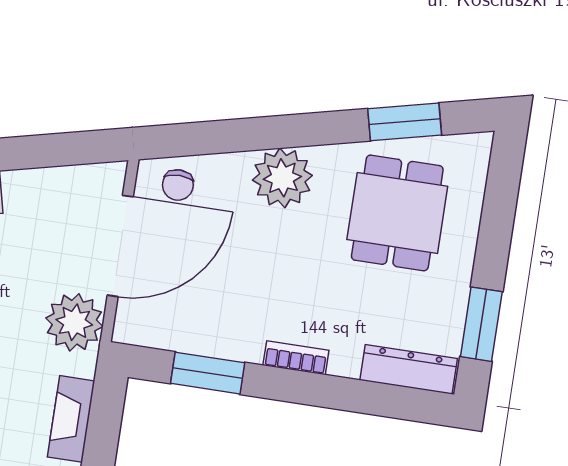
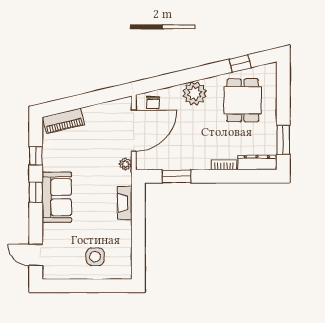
window: (405, 122) -> (240, 63), width x0.67
plant: (74, 322) -> (126, 164), width x0.53, depth x0.53
bookcase: (296, 358) -> (224, 165), moved

